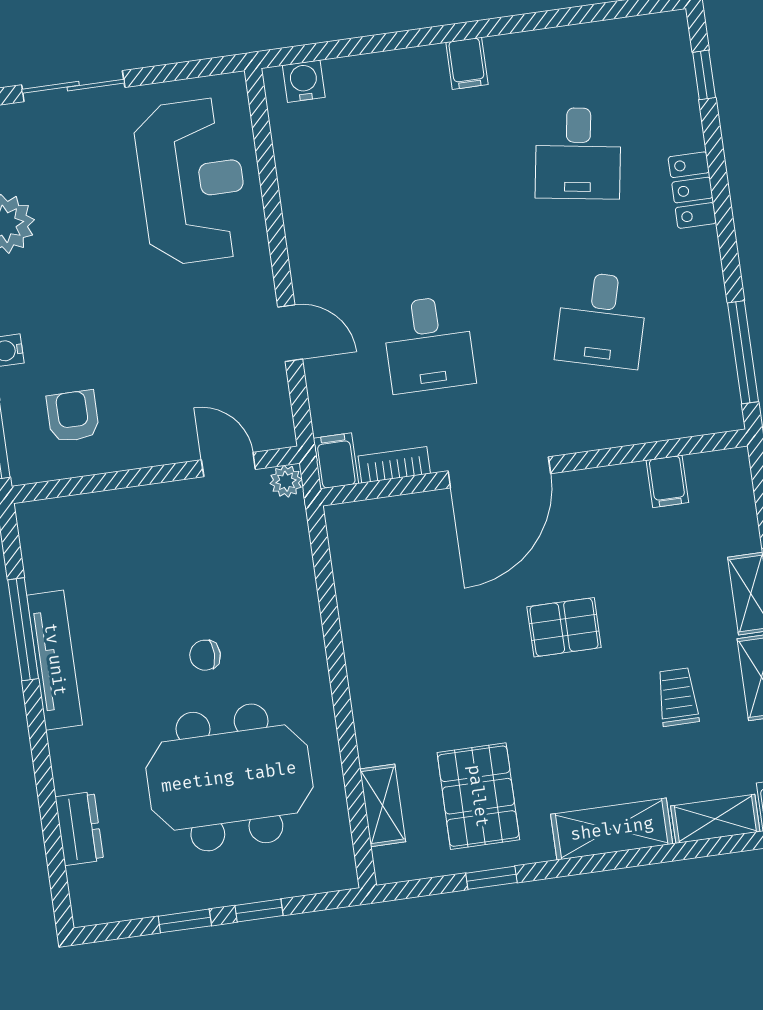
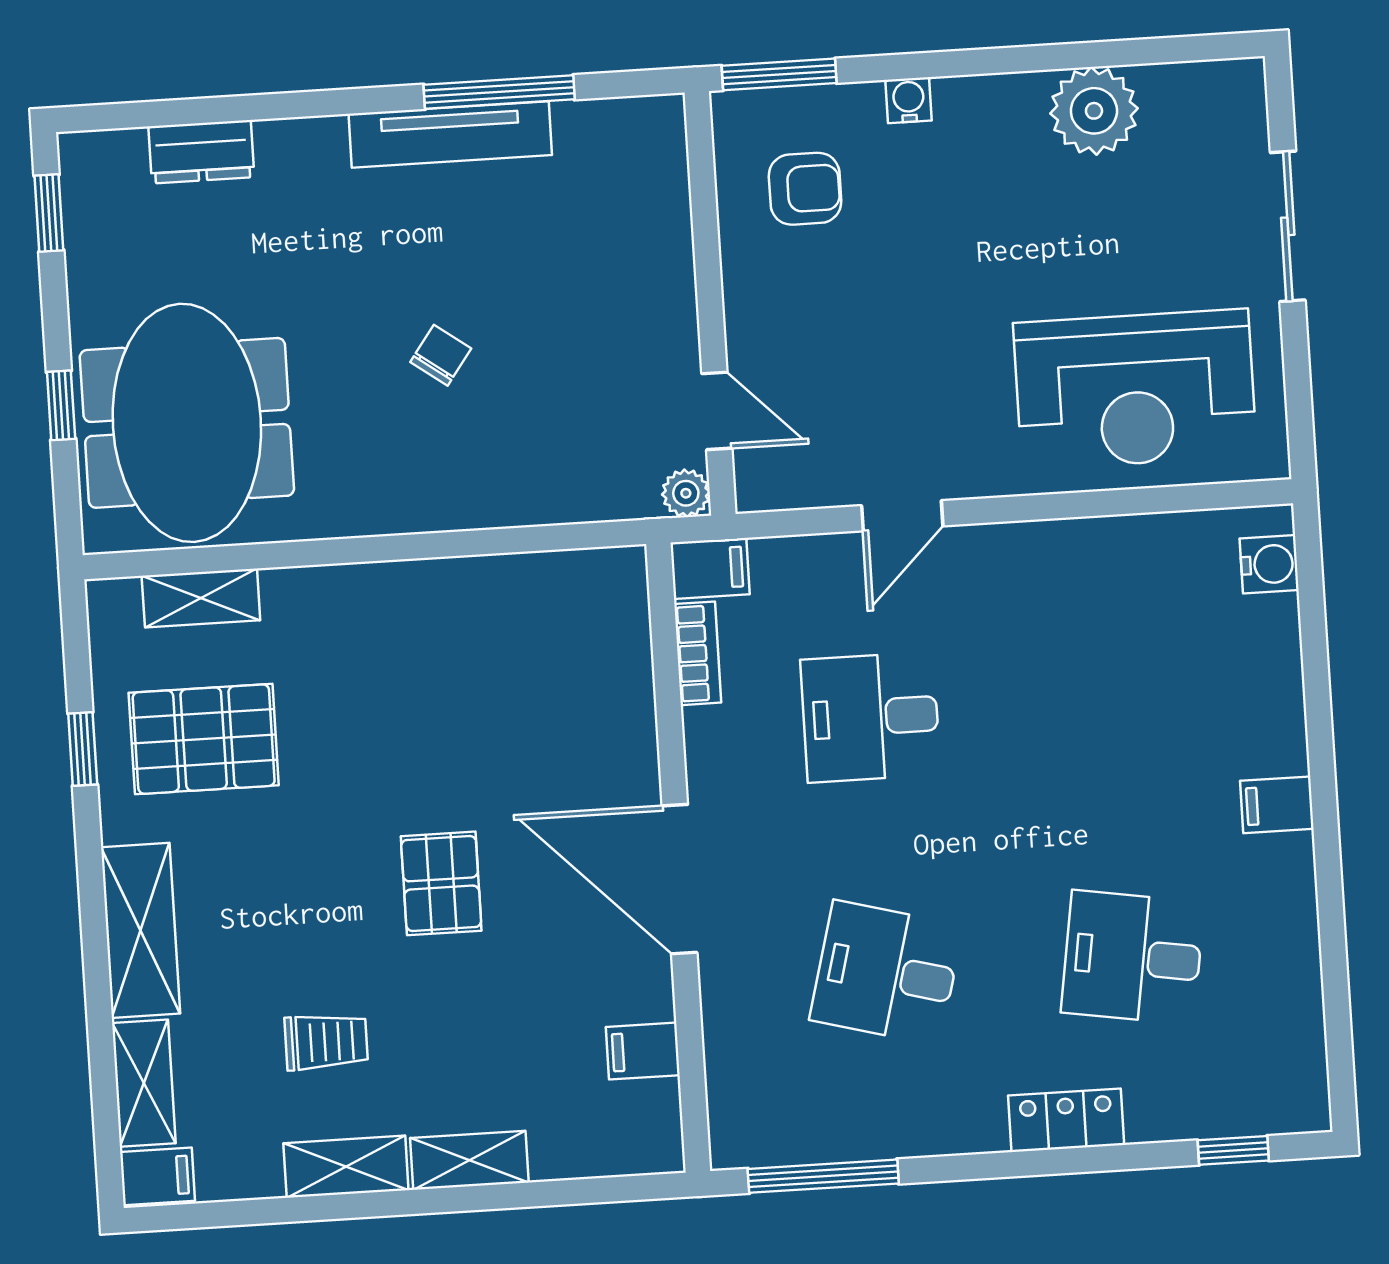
door: (228, 465) -> (717, 411), hinge flipped
door: (499, 472) -> (680, 879), moved
chair: (205, 655) -> (441, 355), turned 36
meeting table: (229, 777) -> (187, 423), moved
window: (185, 921) -> (49, 213), moved

